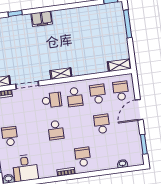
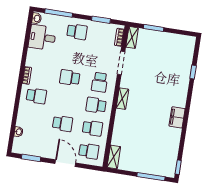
filing cabinet: (42, 19) -> (177, 117), moved

